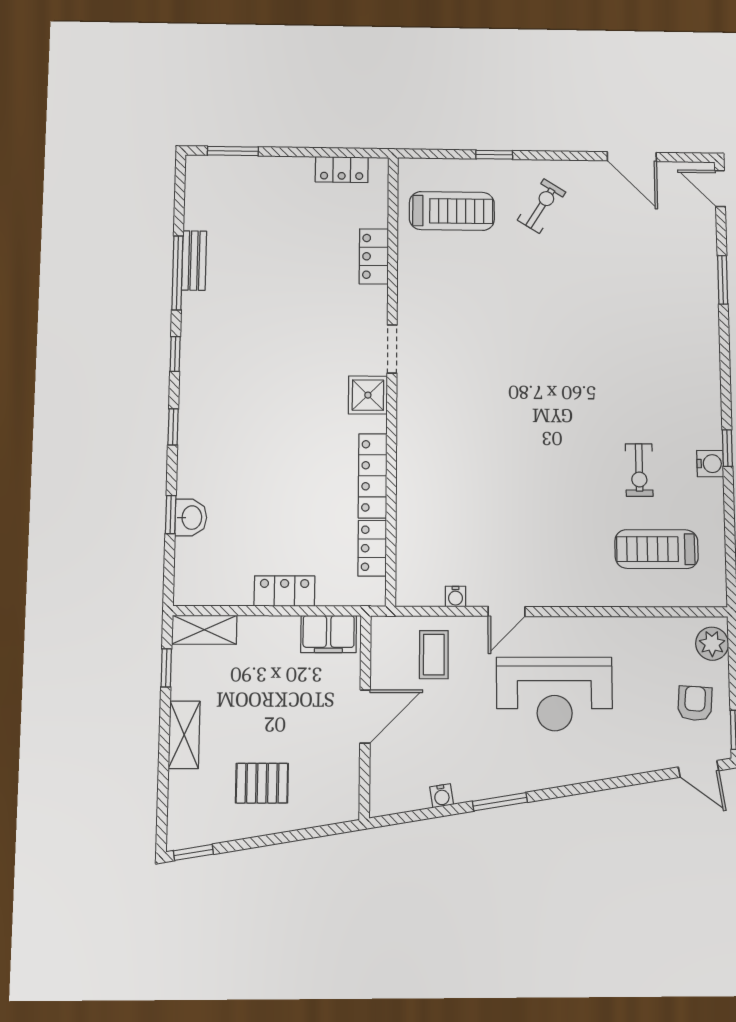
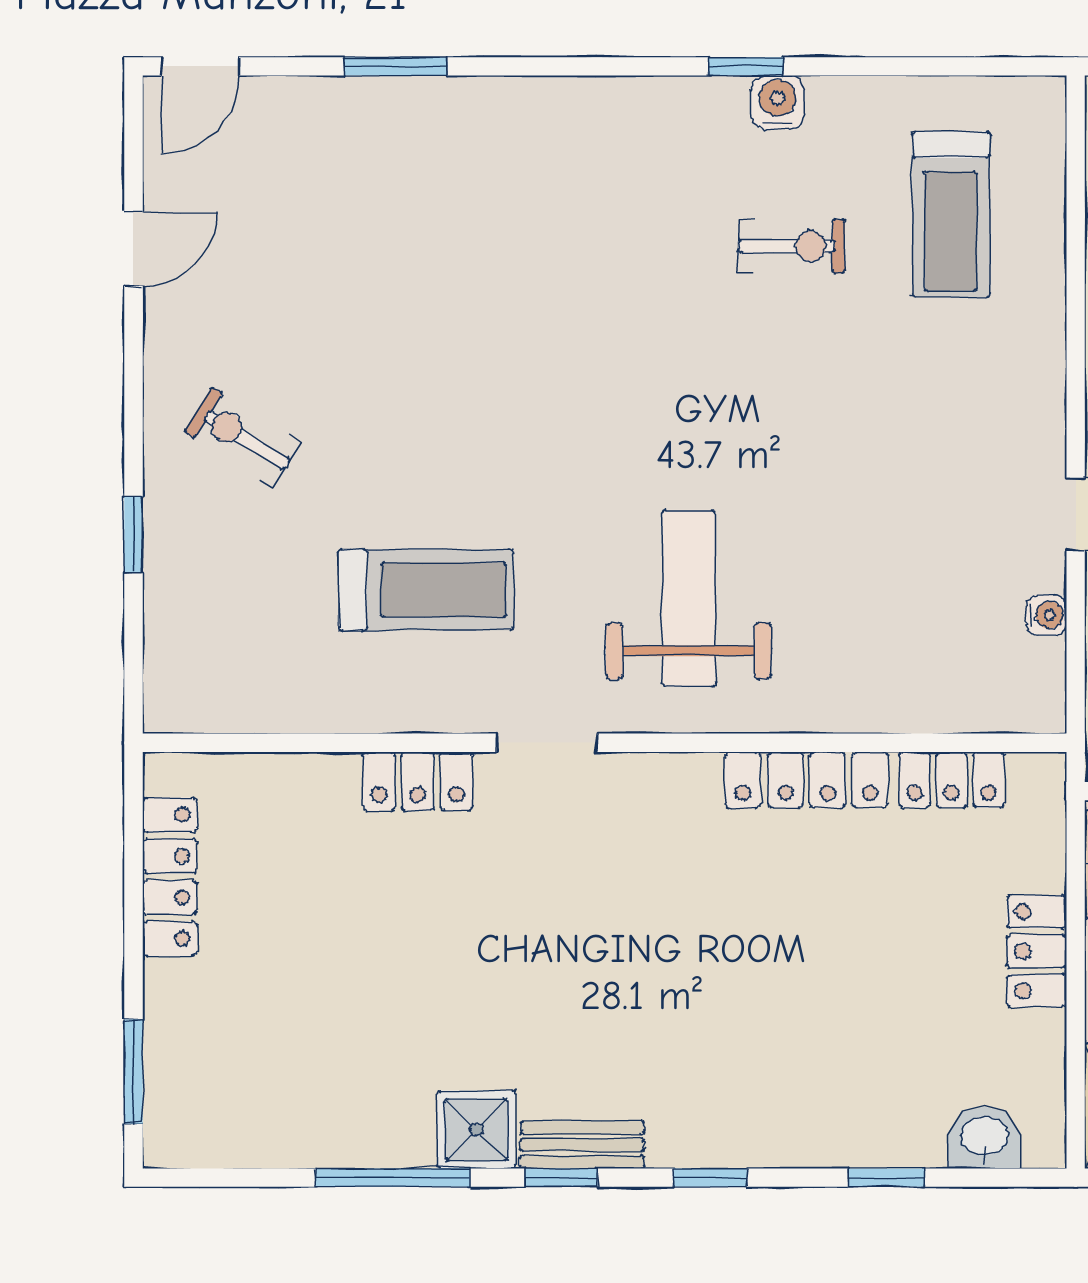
door: (632, 157) -> (133, 249), width x0.73
locker: (342, 169) -> (170, 877), width x1.53
treadmill: (452, 211) -> (426, 590), moved, turned 90
locker: (374, 256) -> (418, 781), moved
bench: (194, 261) -> (582, 1145), moved
shower: (368, 395) -> (476, 1130), moved
weight bench: (464, 418) -> (689, 598), added
washbasin: (191, 518) -> (984, 1138), moved

